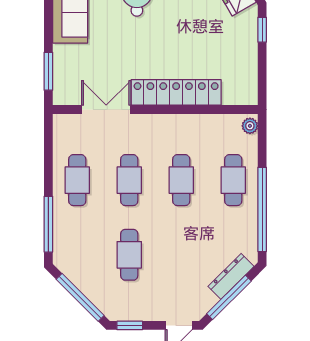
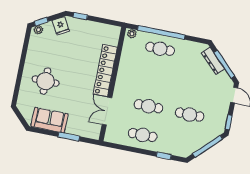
window: (48, 71) -> (69, 137), moved
cafe table: (181, 180) -> (154, 78), removed
window: (262, 209) -> (161, 32), moved
window: (48, 224) -> (164, 156), width x0.46

